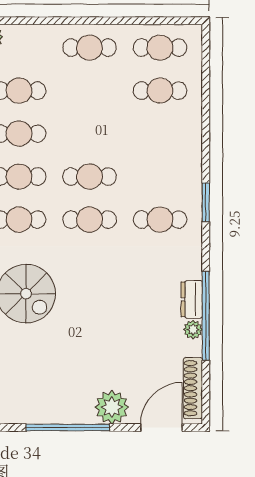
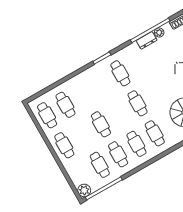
cafe table: (90, 177) -> (101, 124), moved

